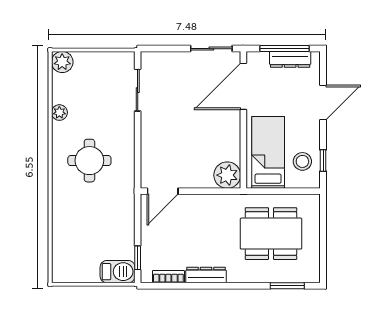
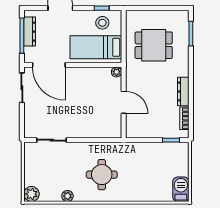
plant: (227, 175) -> (117, 72), width x0.53, depth x0.53
door: (163, 191) -> (124, 102), moved
dining table: (271, 234) -> (154, 45), width x0.73
barbecue: (118, 272) -> (181, 189), moved

